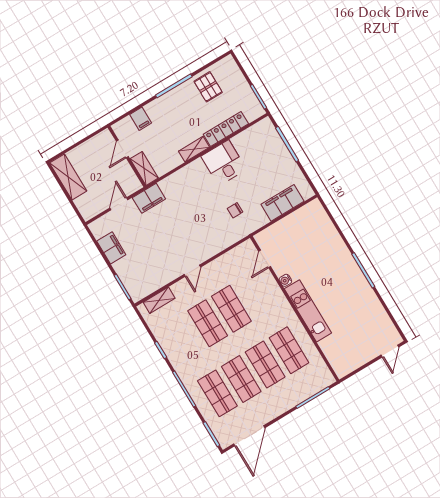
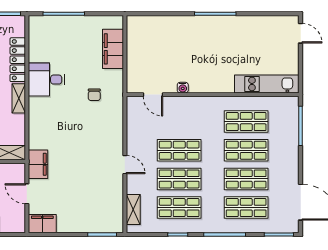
filing cabinet: (111, 248) -> (42, 224), moved
kitchen unit: (308, 311) -> (267, 84), moved
shop shelf: (184, 338) -> (179, 208), added

